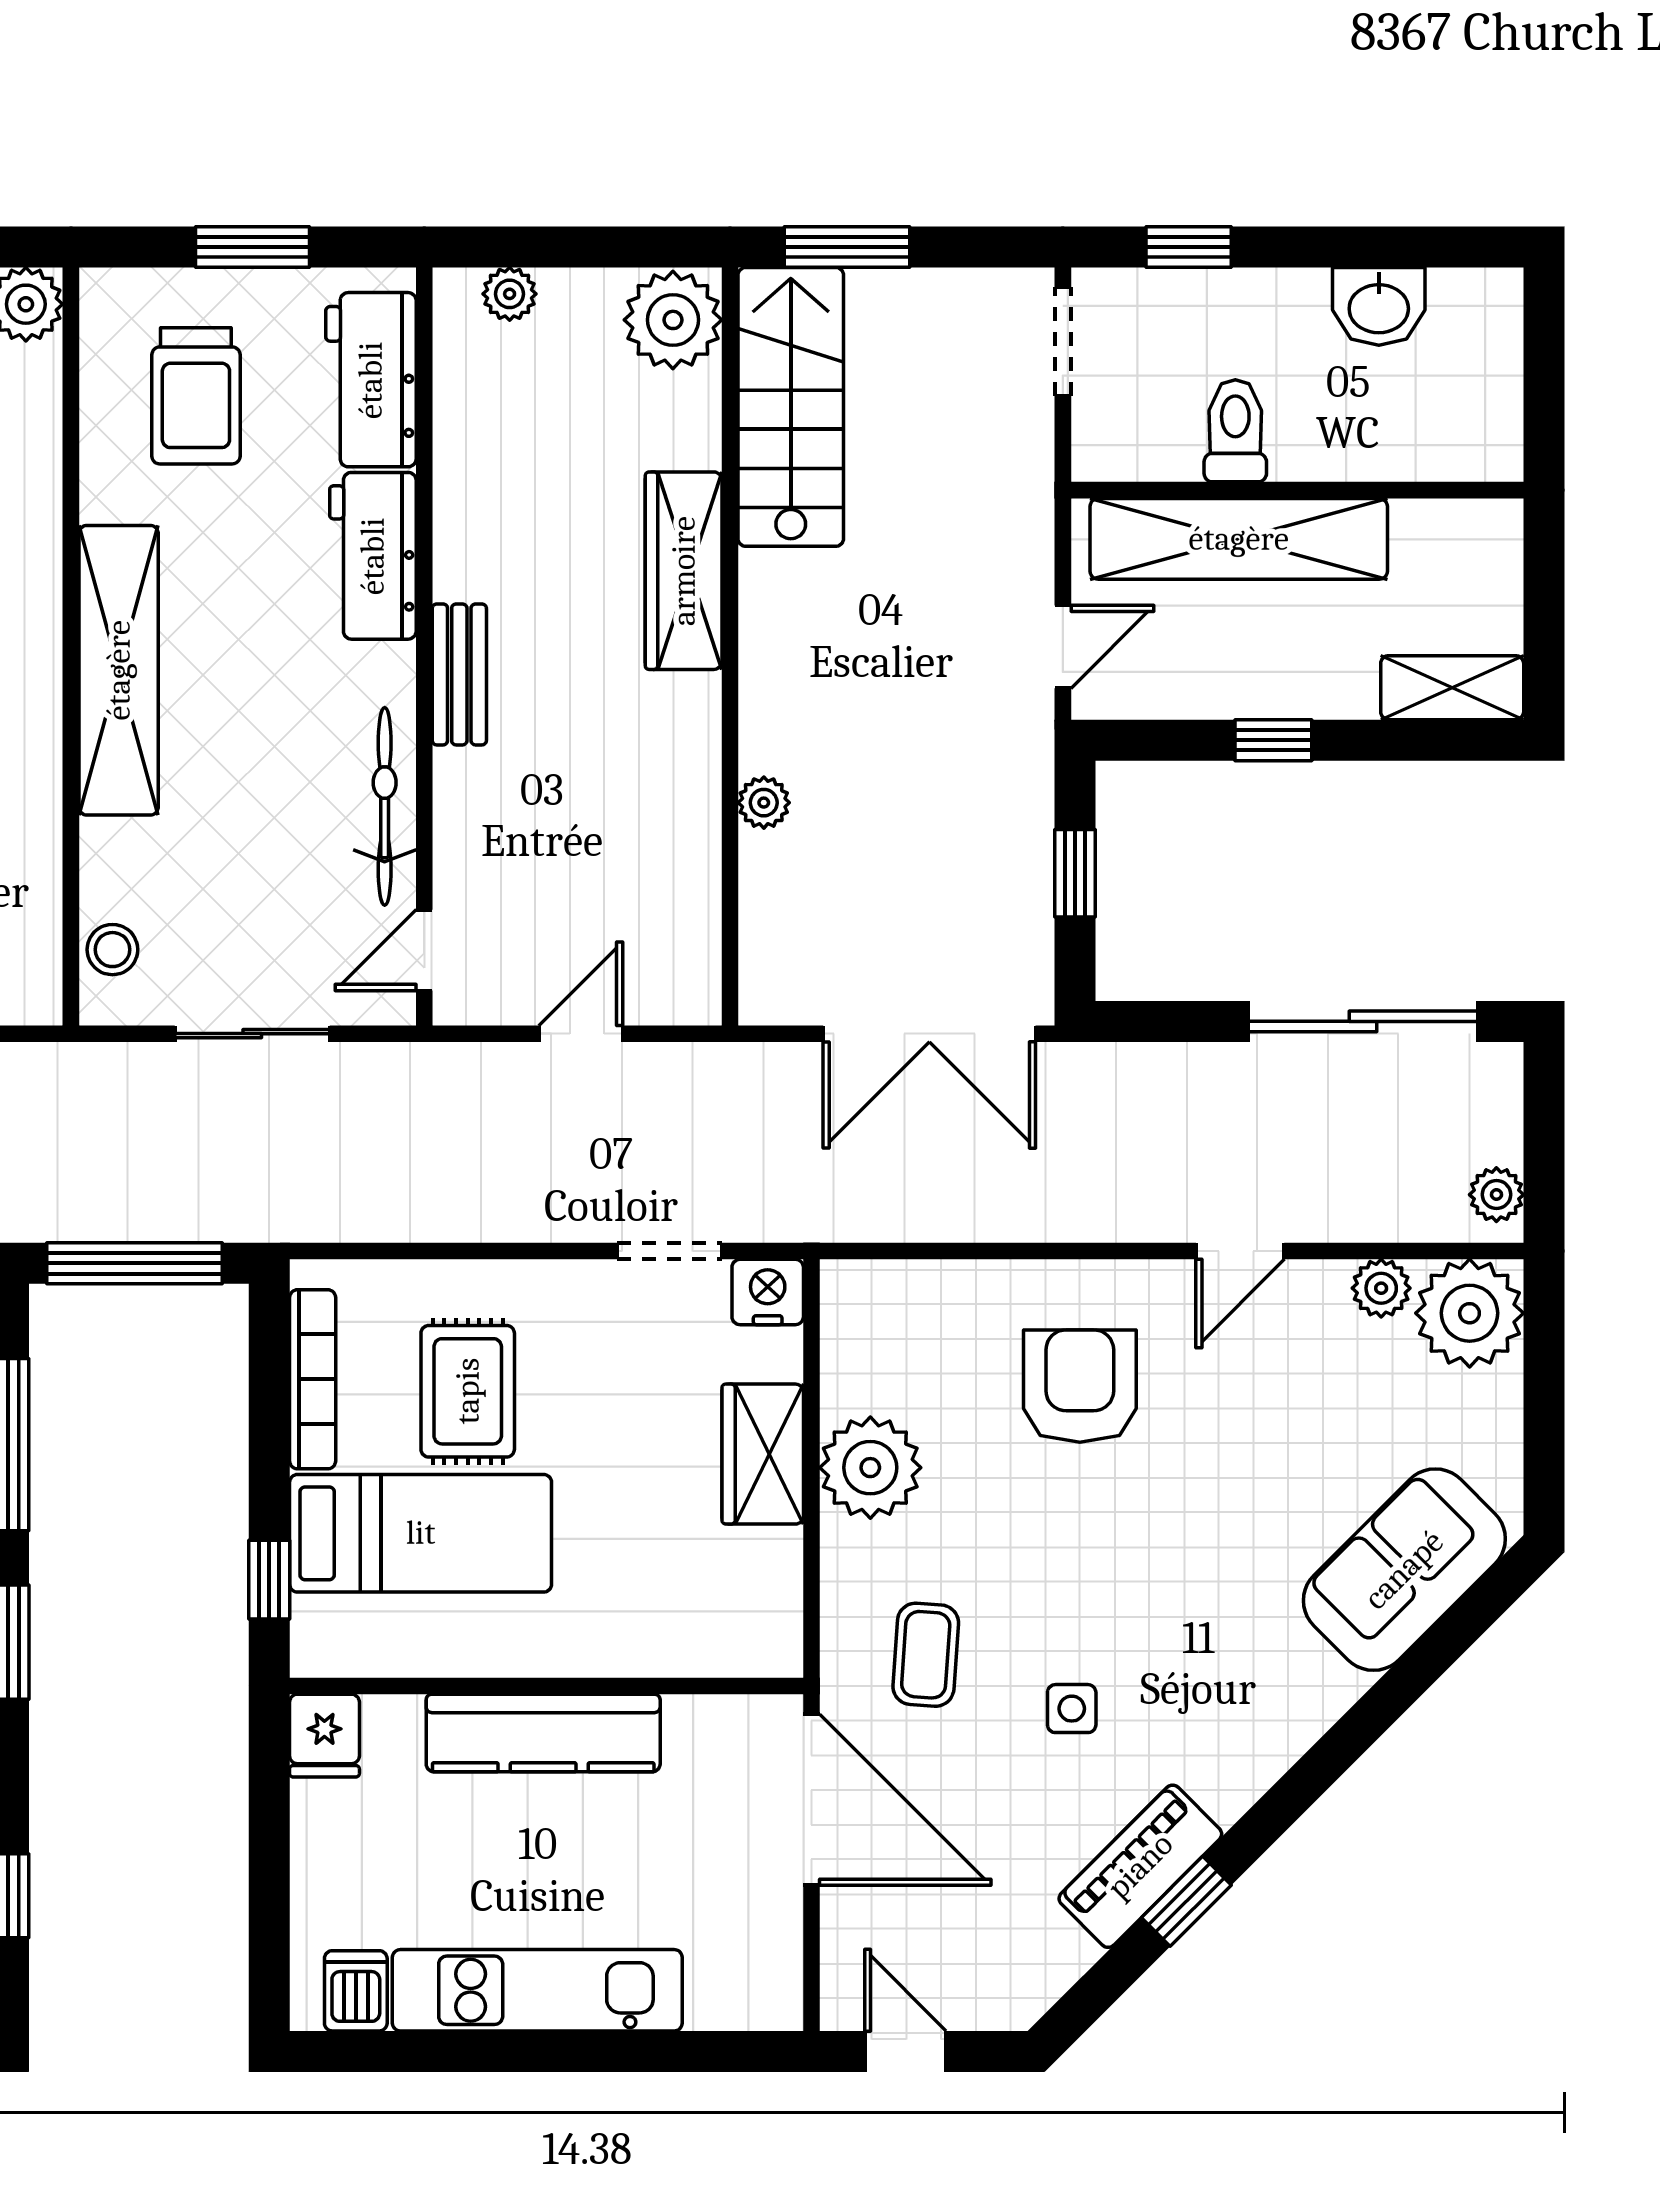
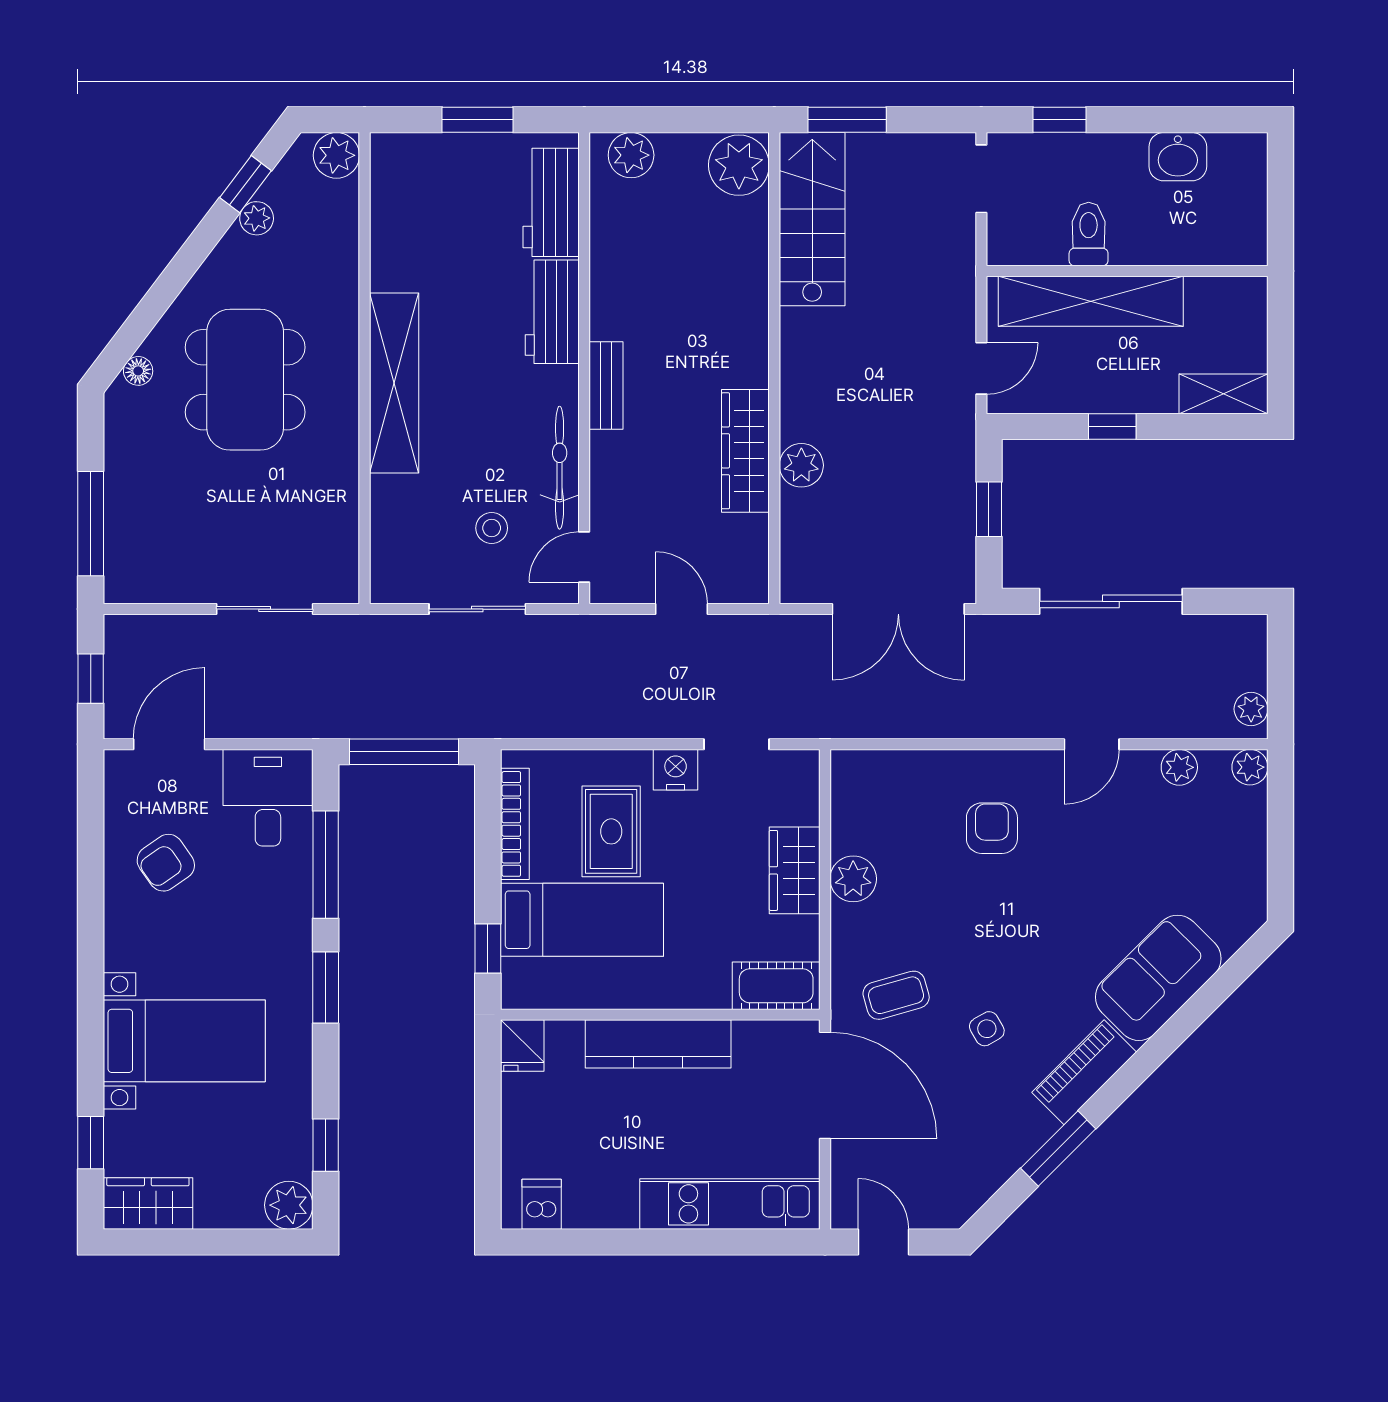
plant: (510, 294) -> (631, 155), width x1.38, depth x1.38
trolley: (196, 396) -> (442, 212), removed
wardrobe: (684, 571) -> (745, 451), moved
plant: (764, 803) -> (801, 465), width x1.38, depth x1.38
stool: (112, 950) -> (492, 528), moved
sliding door: (1363, 1021) -> (1111, 601), moved
door: (581, 1034) -> (682, 609), hinge flipped
nightstand: (768, 1292) -> (676, 770), moved
plant: (1470, 1313) -> (1250, 767), width x0.53, depth x0.53
armchair: (1080, 1386) -> (992, 828), width x0.72, depth x0.72
plant: (870, 1468) -> (853, 879), width x0.73, depth x0.73
sofa: (1404, 1570) -> (1158, 978), moved
cot: (733, 1640) -> (776, 986), added
coffee table: (926, 1655) -> (896, 995), turned 70
side table: (1072, 1709) -> (987, 1029), turned -30
piano: (1140, 1866) -> (1084, 1072), moved
window: (1186, 1901) -> (1058, 1149), width x1.50
kitchen unit: (537, 1990) -> (730, 1204), moved

